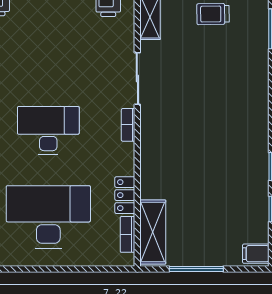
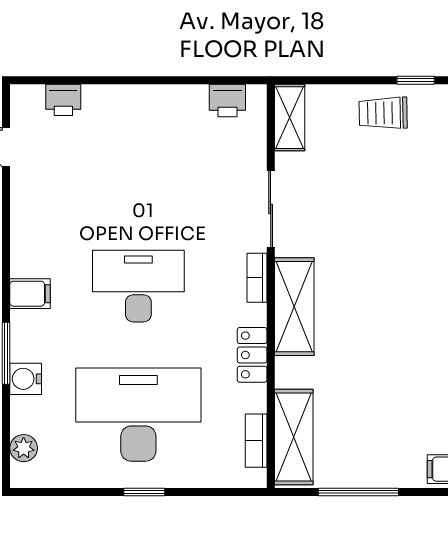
shelving: (153, 144) -> (294, 307), added
locker: (125, 195) -> (252, 355), moved
window: (52, 269) -> (144, 492), added

